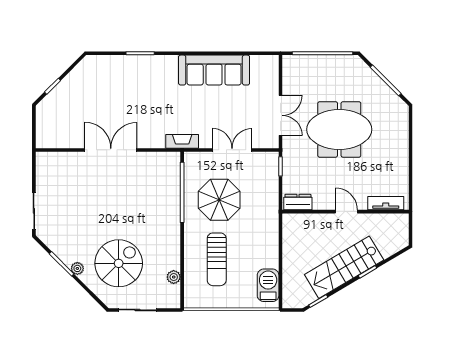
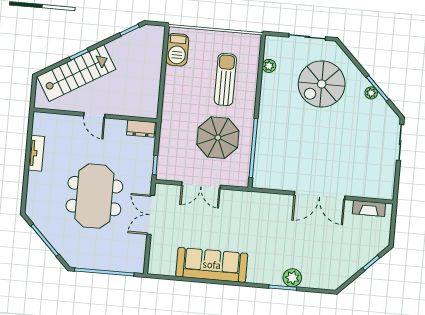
plant: (131, 64) -> (292, 278), added
meeting table: (339, 129) -> (94, 196), turned 90
fireplace: (182, 141) -> (369, 208), moved
tv unit: (386, 203) -> (36, 153), moved, turned -90
stairs: (344, 267) -> (76, 73), moved
plant: (77, 268) -> (371, 93), moved

